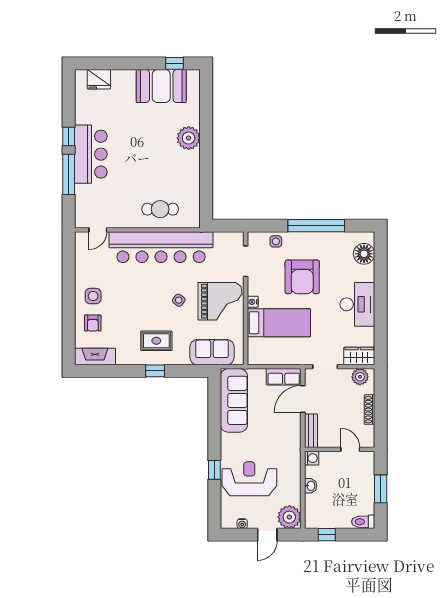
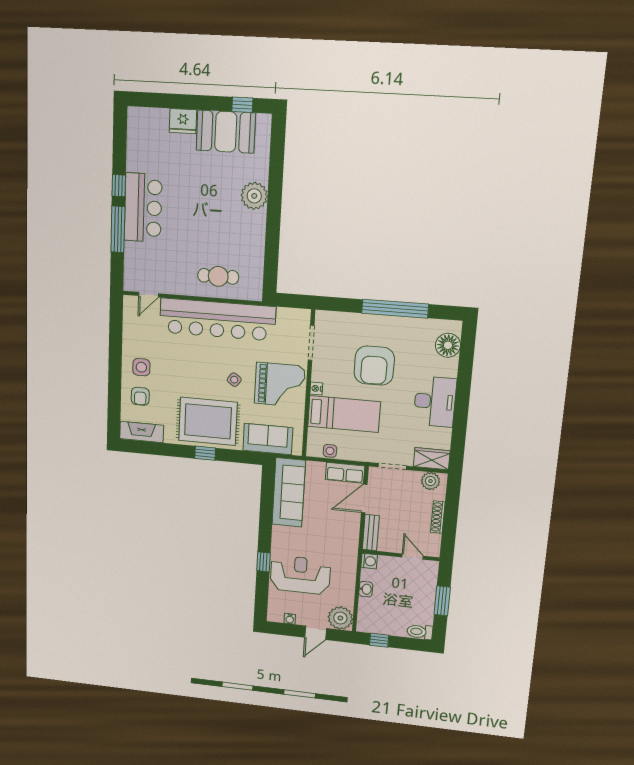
fridge: (99, 79) -> (183, 121), moved
side table: (276, 241) -> (330, 451), moved
rug: (156, 341) -> (208, 421), width x1.86, depth x2.06

